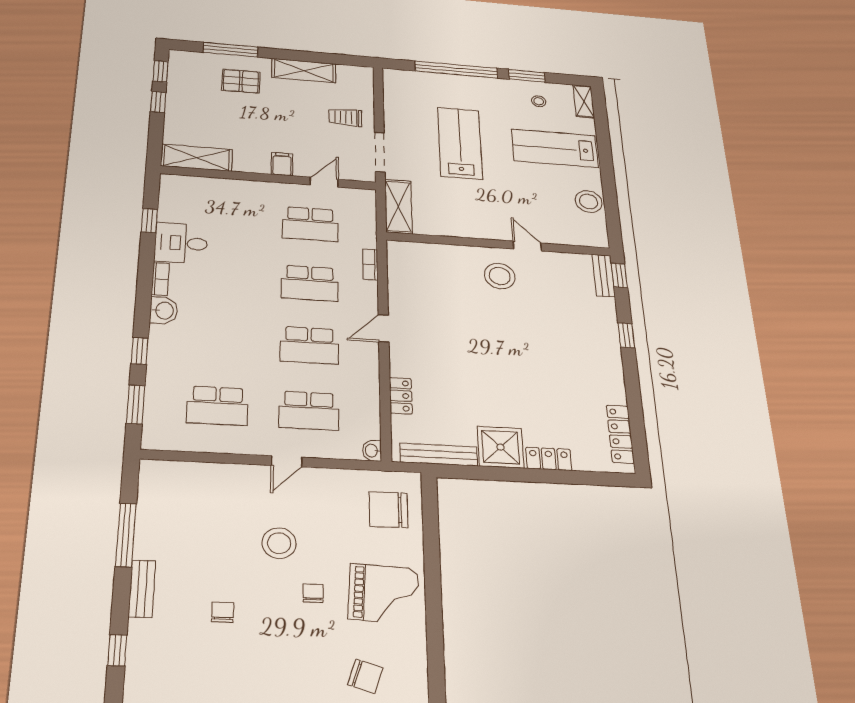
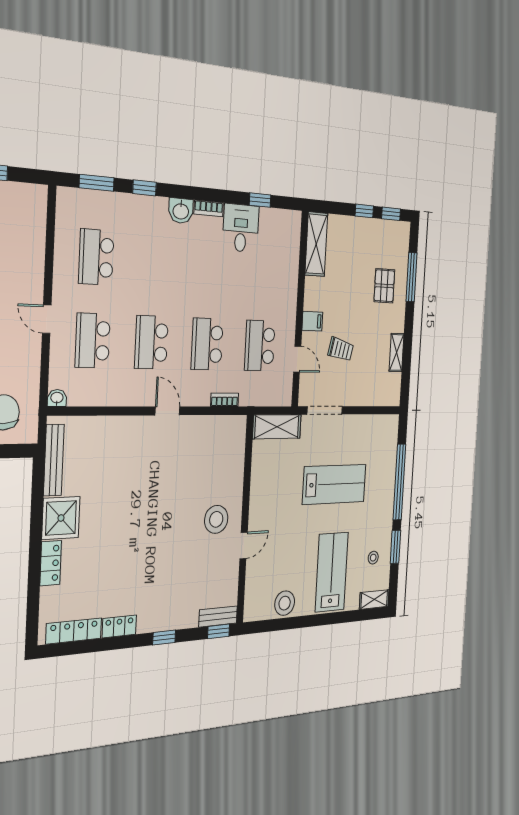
shelving: (304, 71) -> (396, 352), width x0.67, depth x0.75
trolley: (345, 117) -> (341, 349), moved, turned 103
locker: (401, 396) -> (119, 626), moved, turned 180

